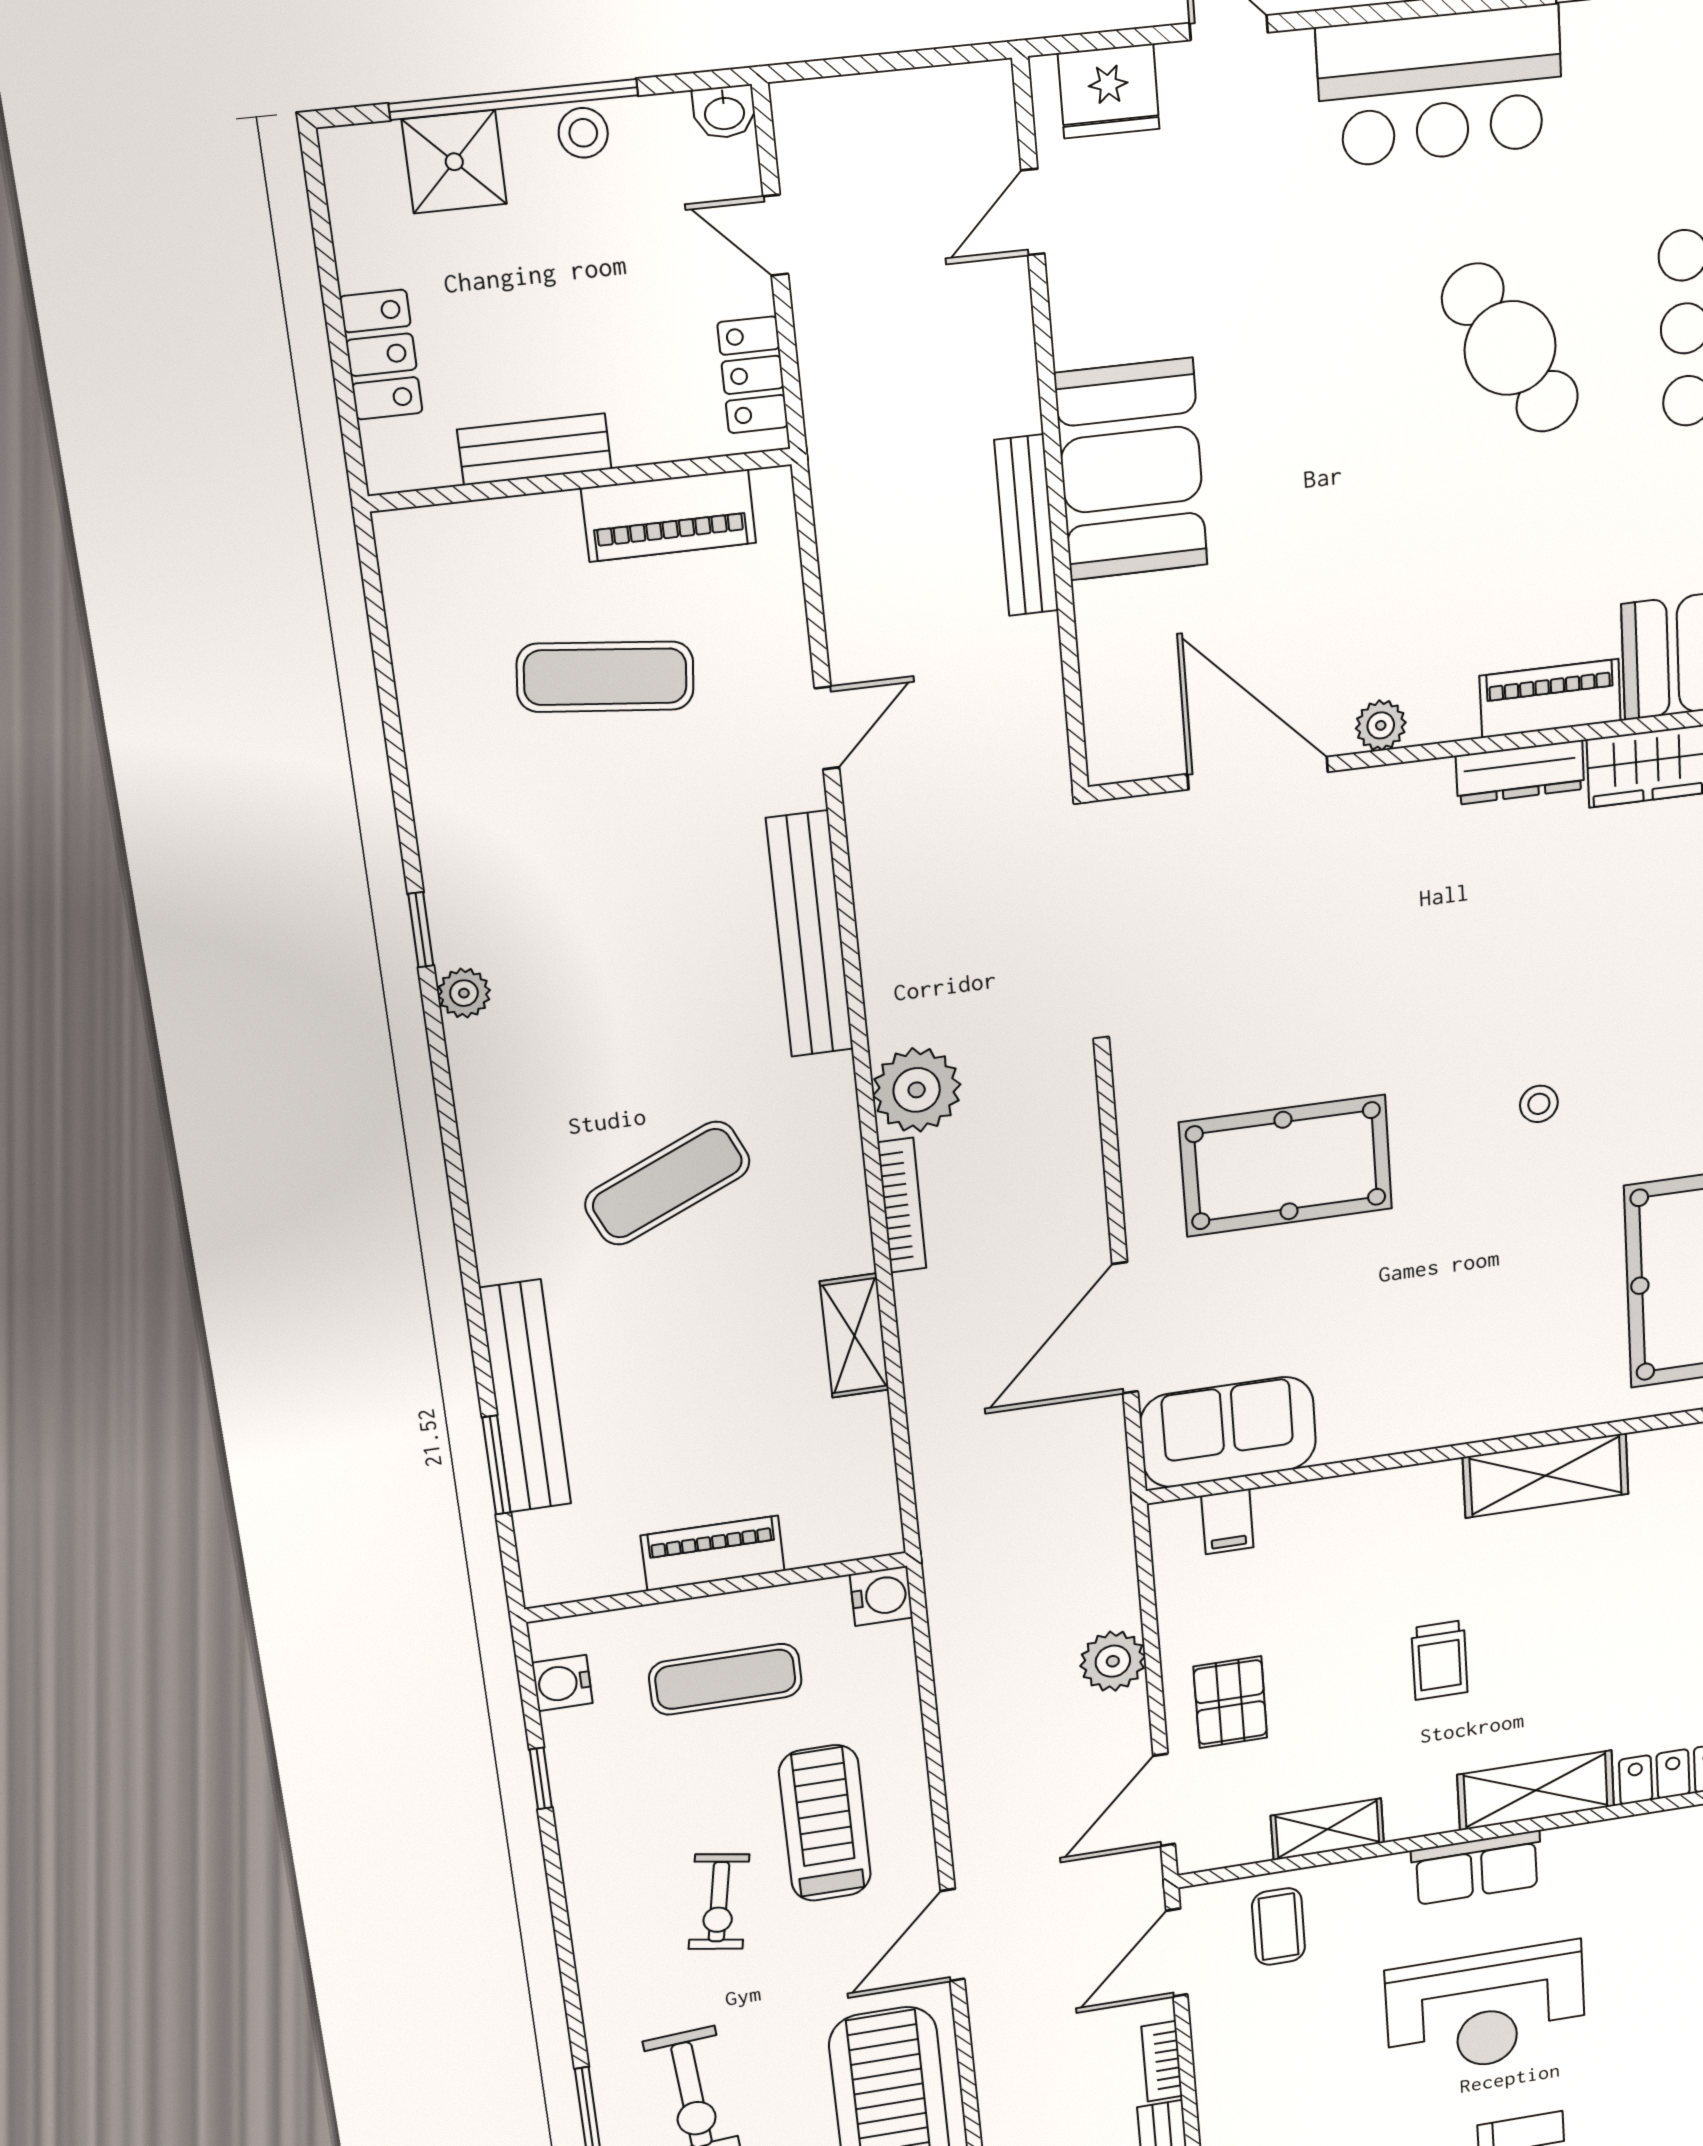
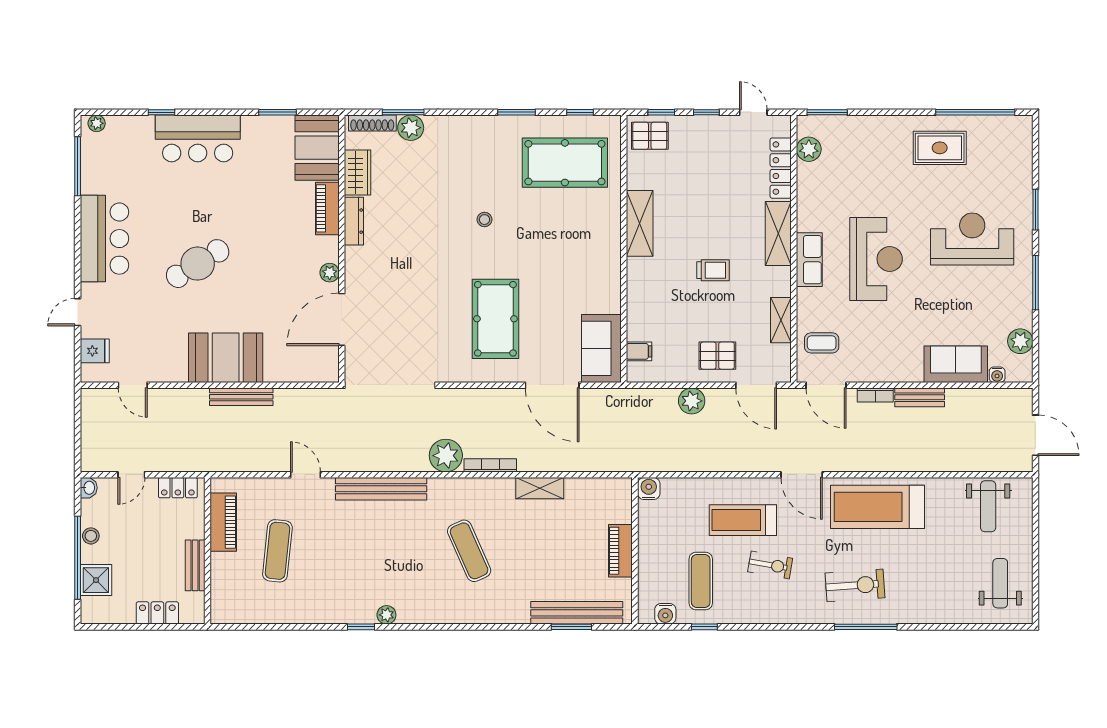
fridge: (1109, 91) -> (95, 351), width x0.72
cafe table: (1510, 348) -> (198, 264), moved
bench: (525, 1397) -> (577, 613), moved
exercise mat: (725, 1679) -> (701, 581), moved

